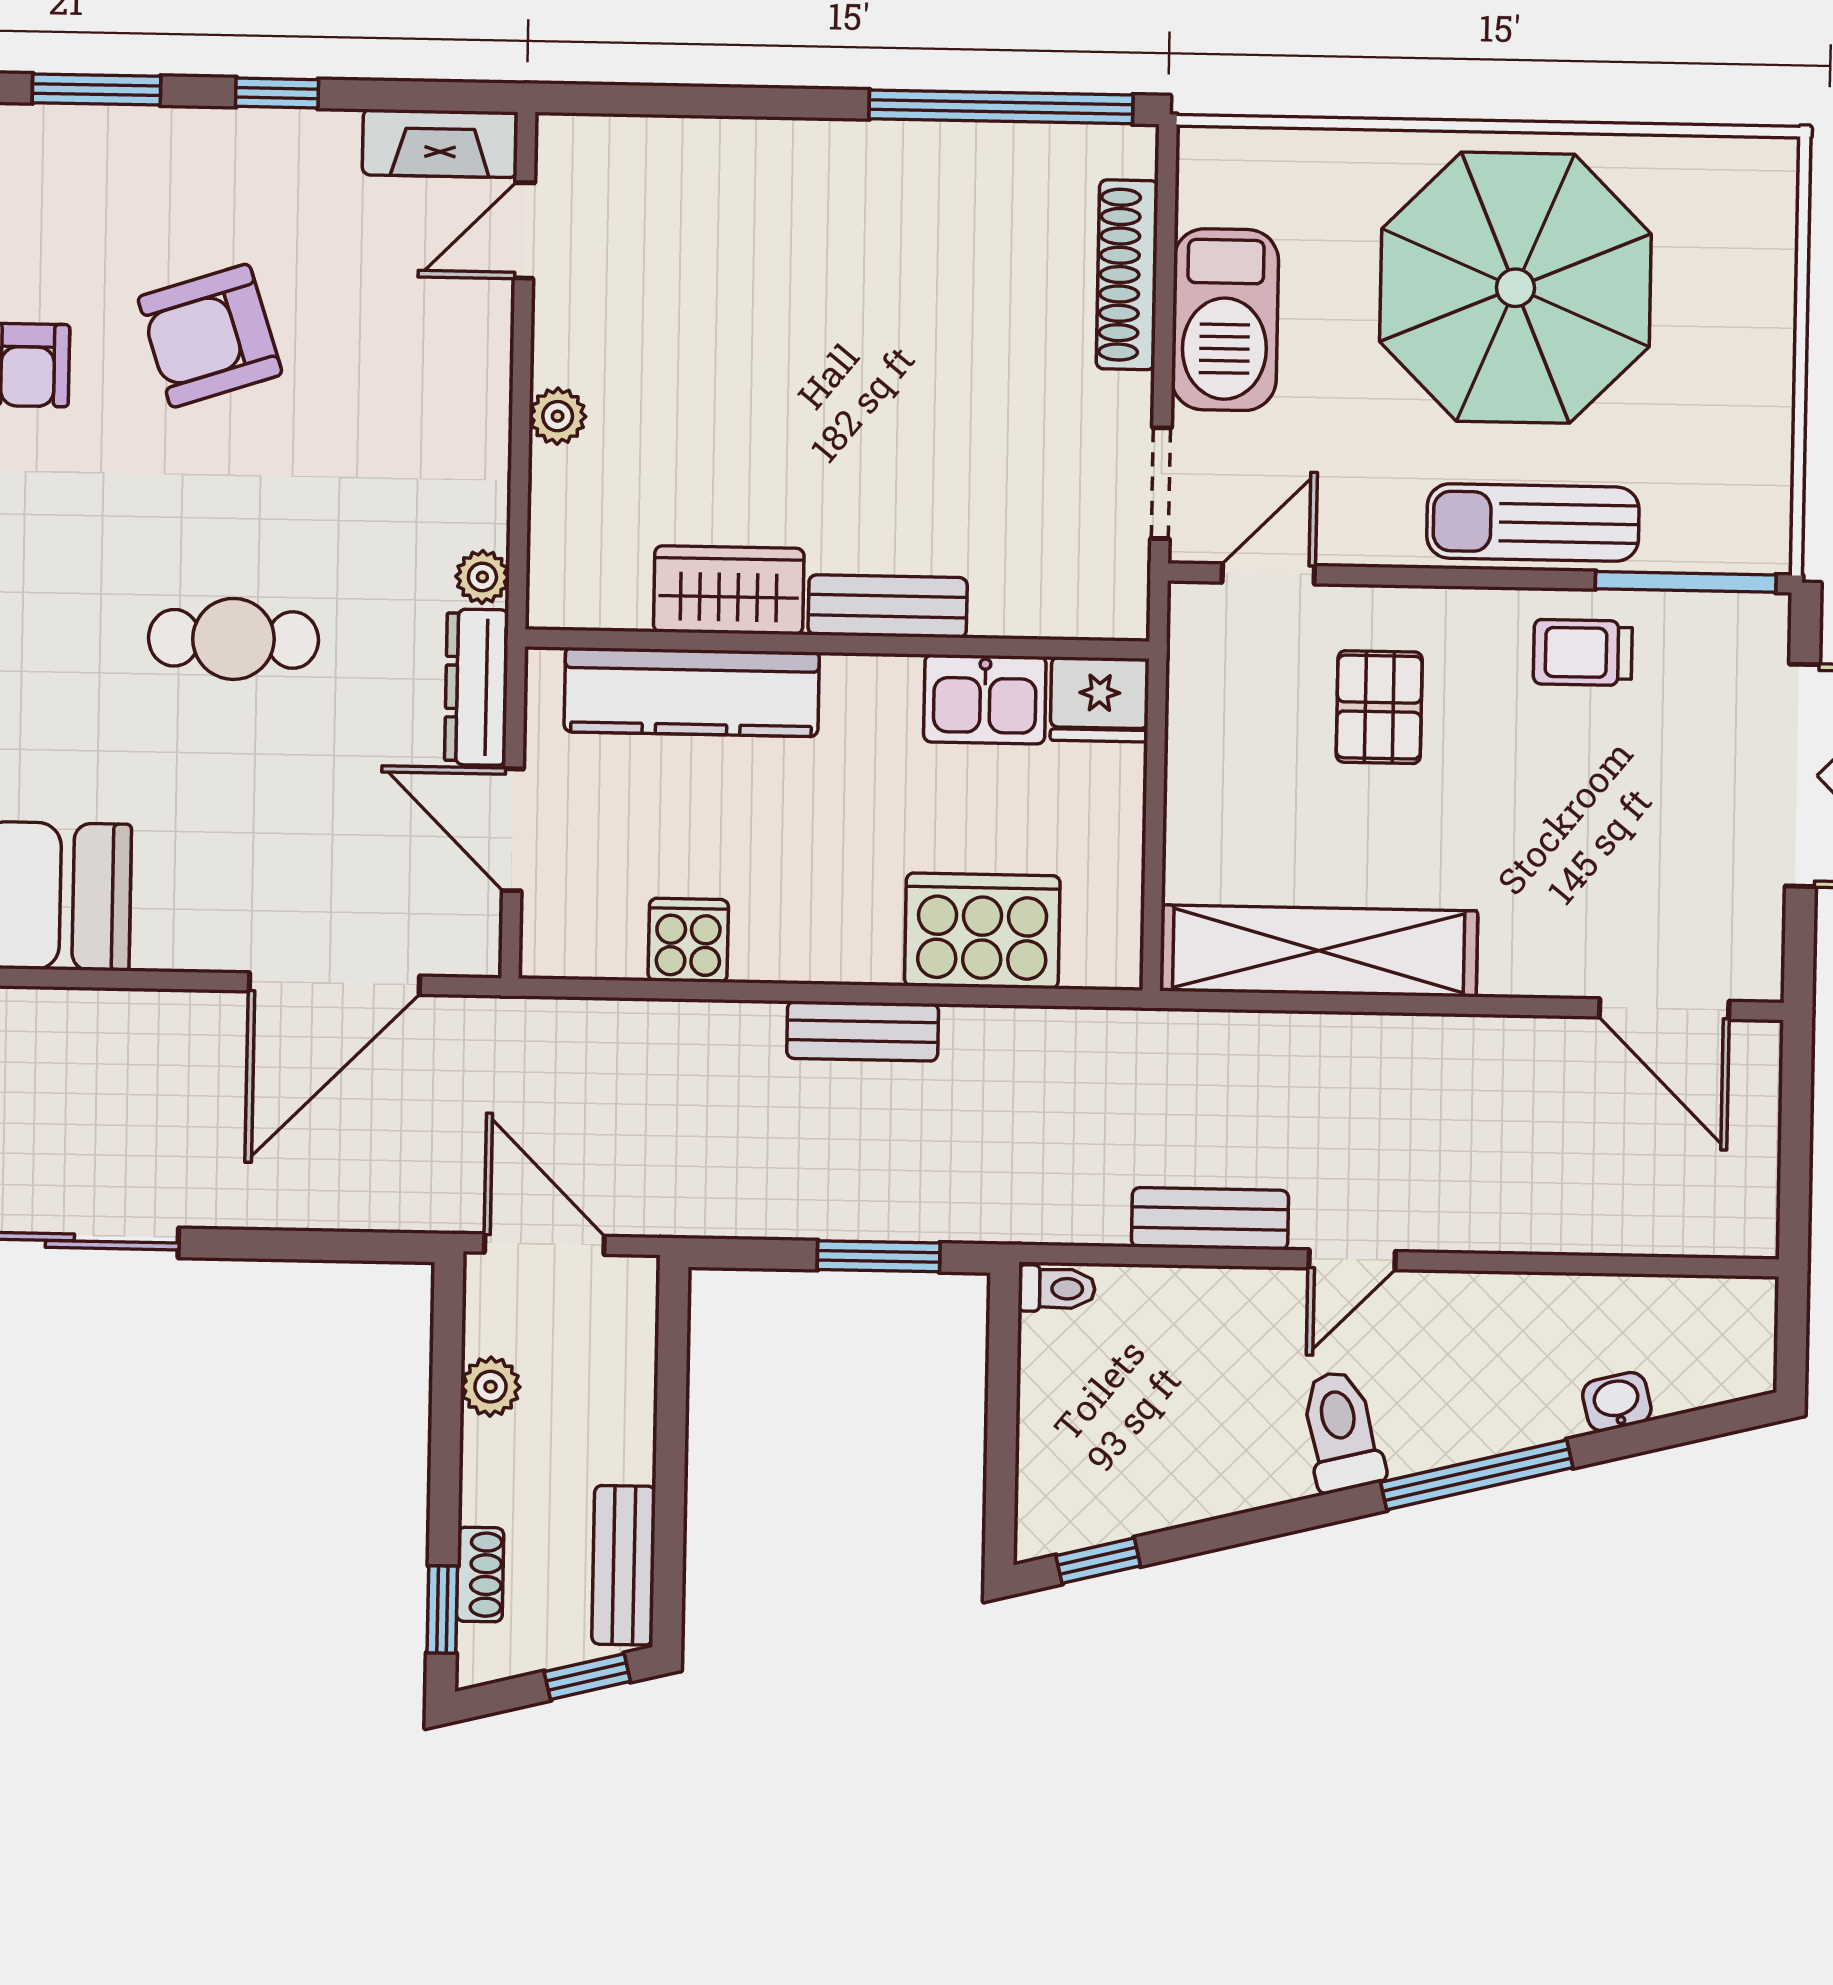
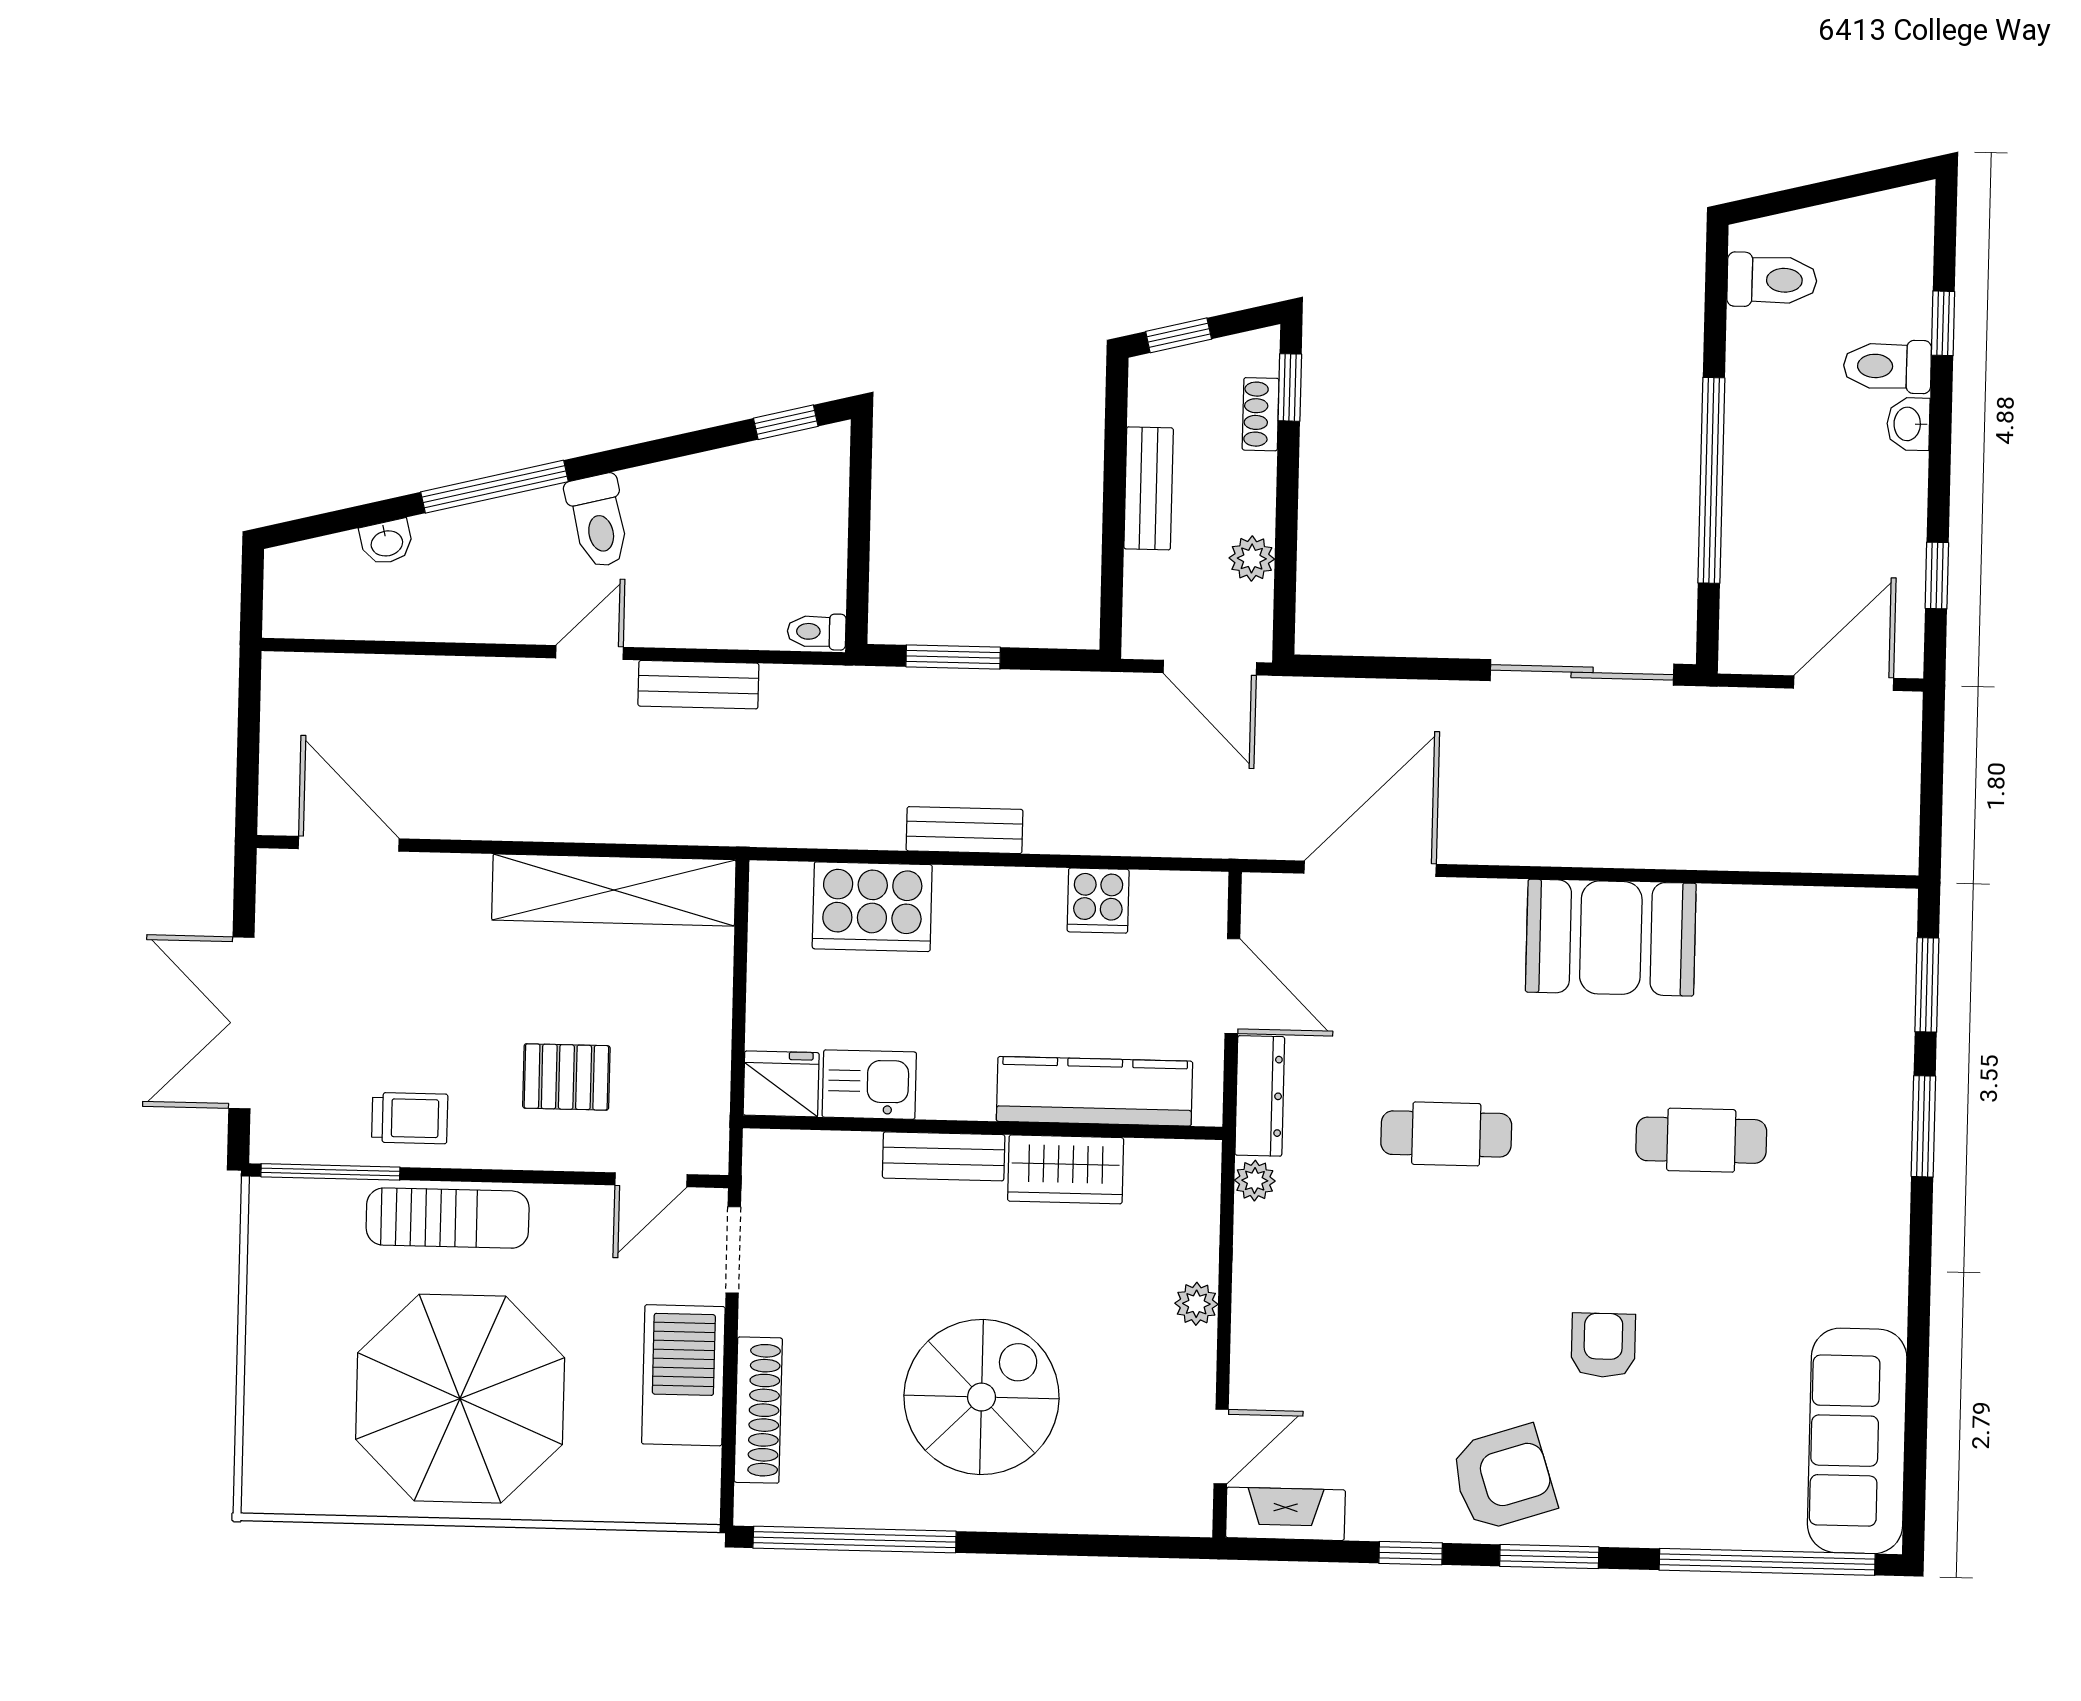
spiral stairs: (837, 293) -> (982, 1397), added
armchair: (210, 336) -> (1503, 1478), moved
pallet: (1379, 707) -> (566, 1077), turned 90
bench: (624, 1565) -> (1149, 488), moved

